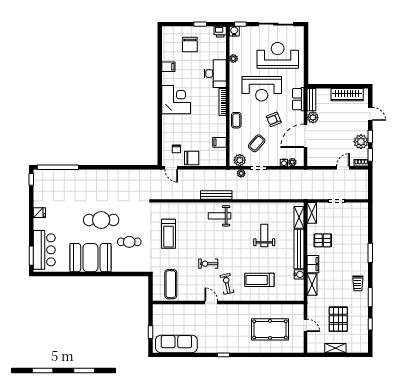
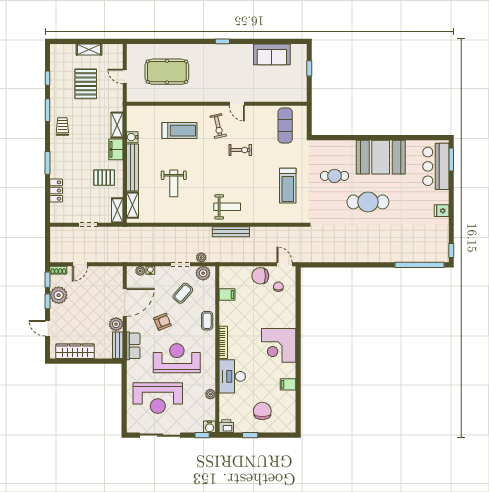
locker: (363, 230) -> (56, 191), added
treadmill: (169, 234) -> (288, 186), turned 180
sofa: (176, 344) -> (272, 54), width x0.73

